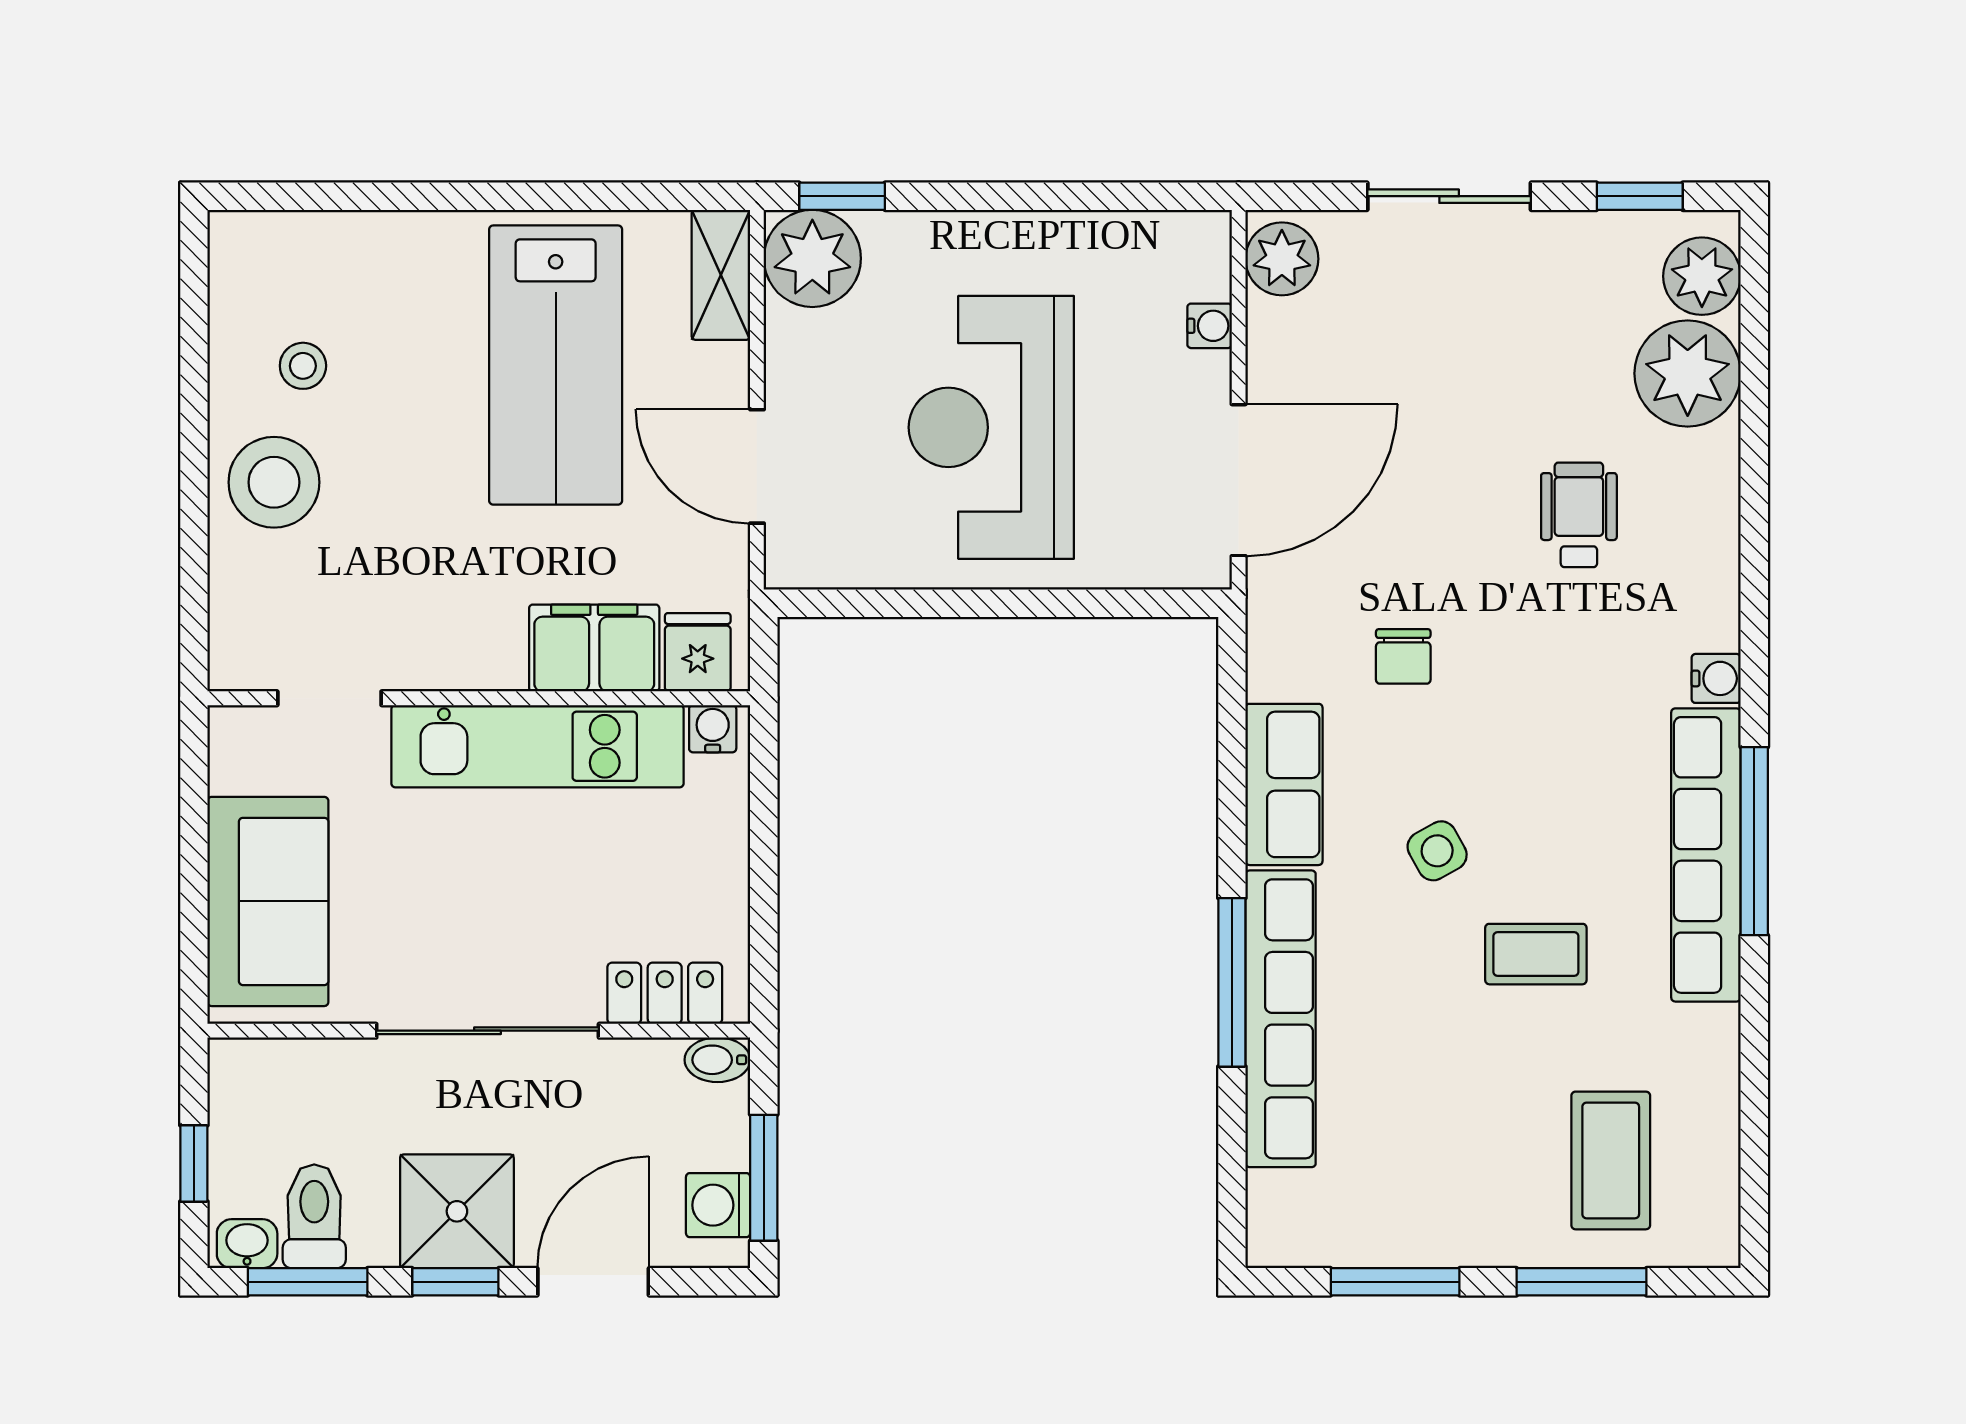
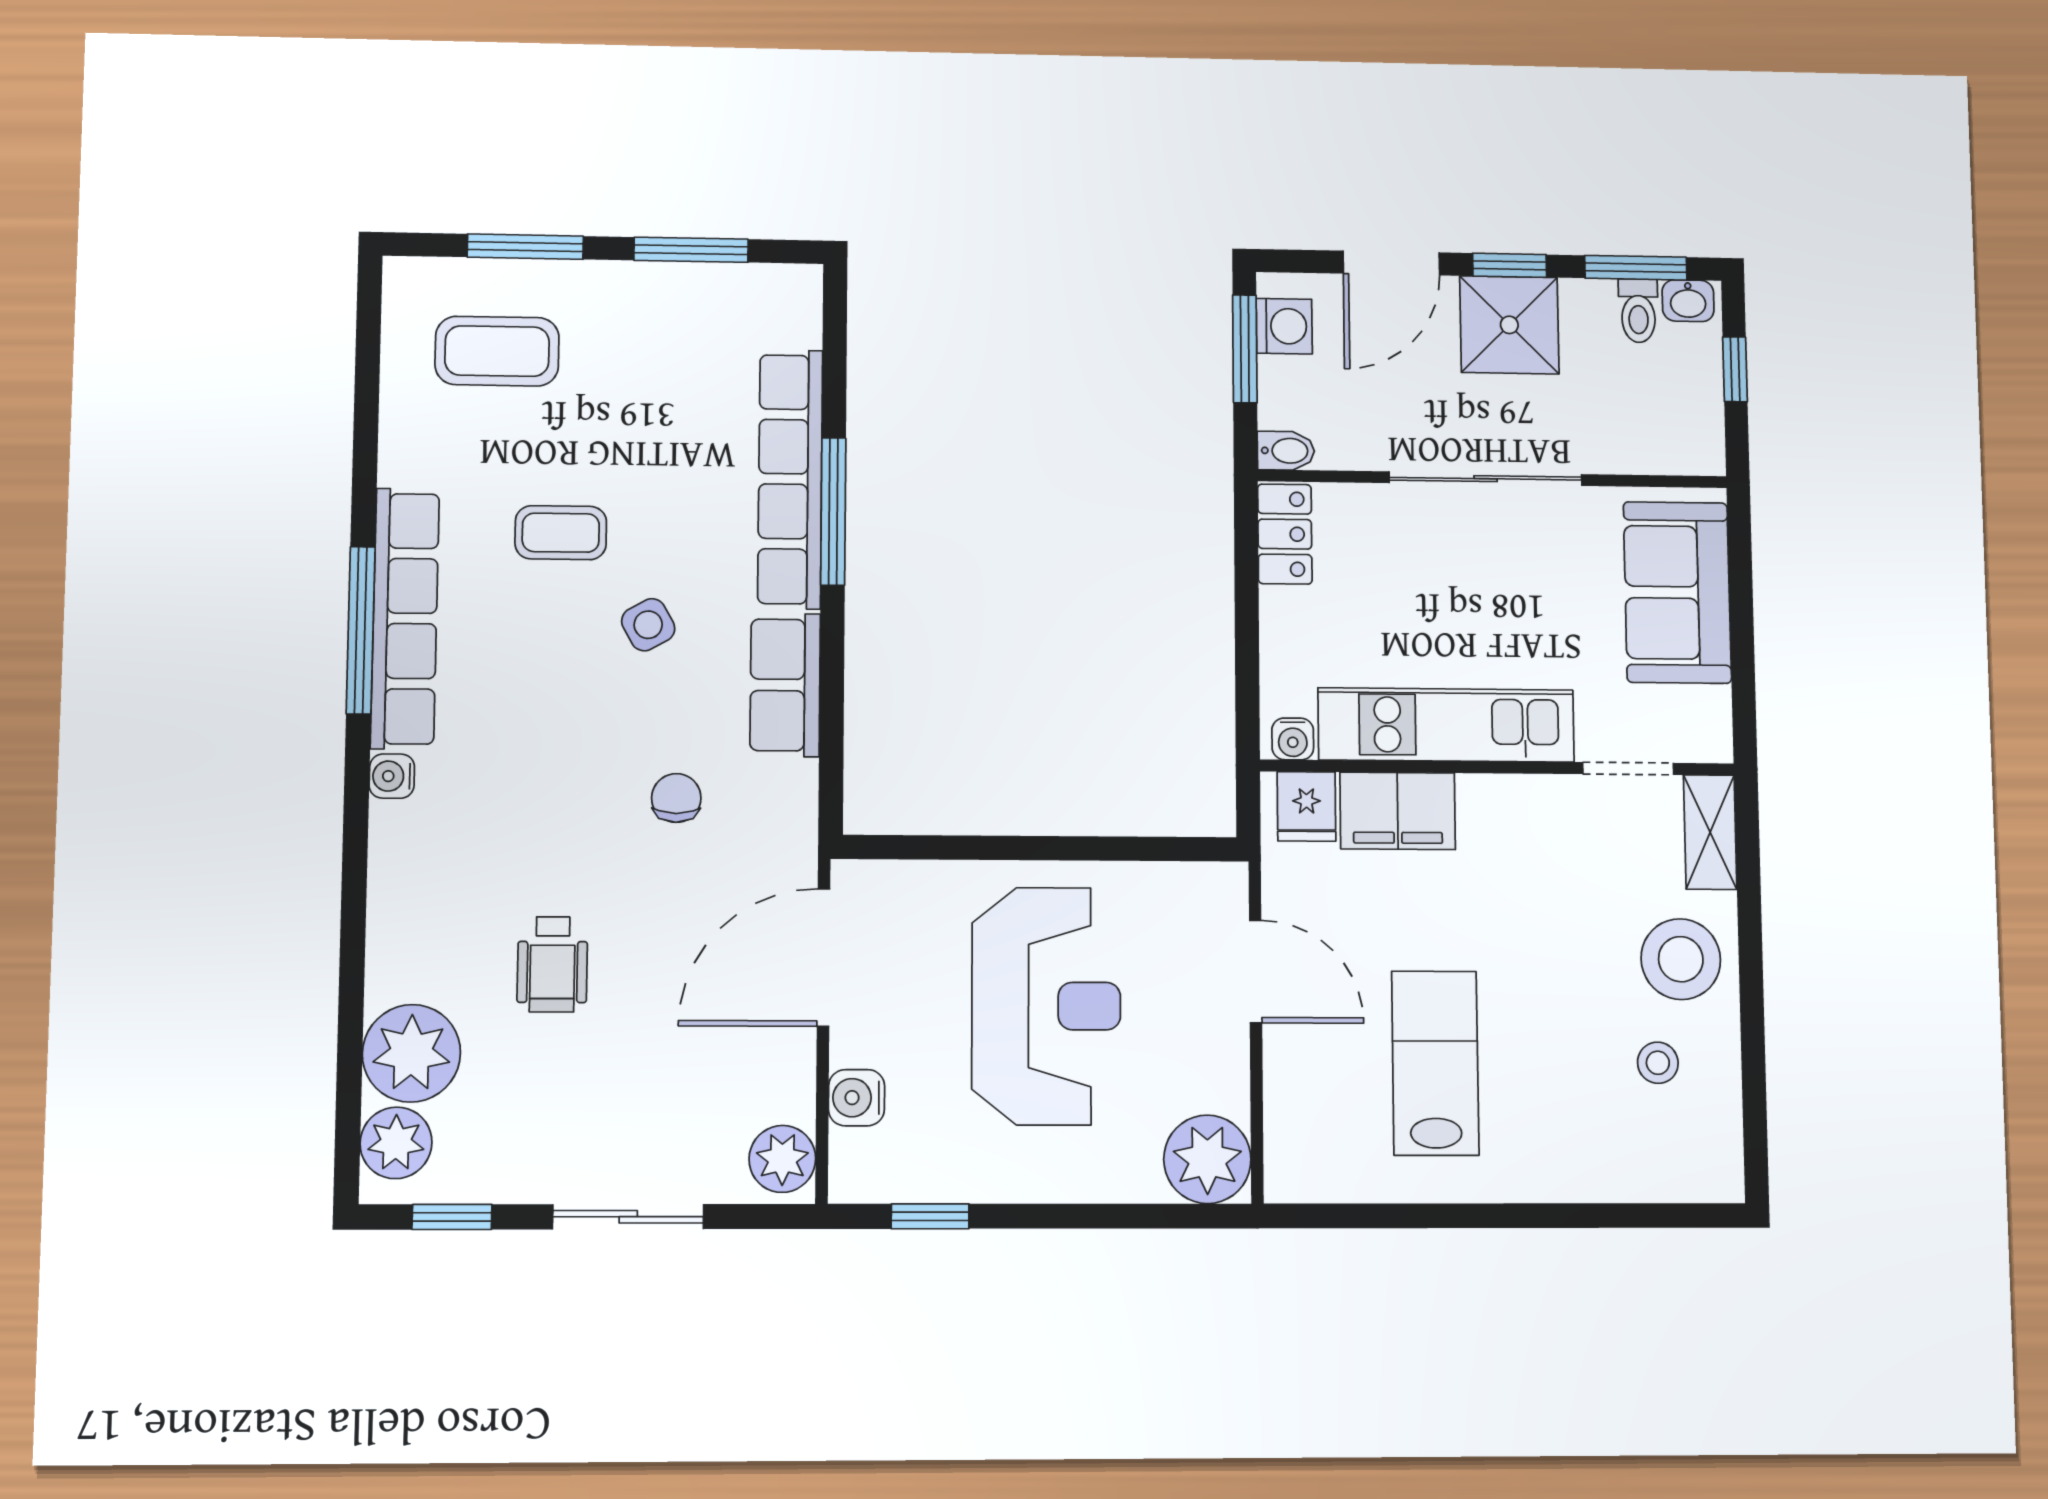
window: (842, 196) -> (930, 1216), moved
shelving: (721, 275) -> (1710, 832), moved
water cooler: (1210, 326) -> (857, 1098), width x1.38, depth x1.38
lab bench: (556, 365) -> (1435, 1063), width x0.73, depth x0.72
wheelchair: (1579, 515) -> (552, 964), moved
locker: (665, 993) -> (1285, 534), moved, turned -90
coffee table: (1611, 1160) -> (497, 351), turned 90
toilet: (314, 1216) -> (1638, 311), width x0.73, depth x0.72

